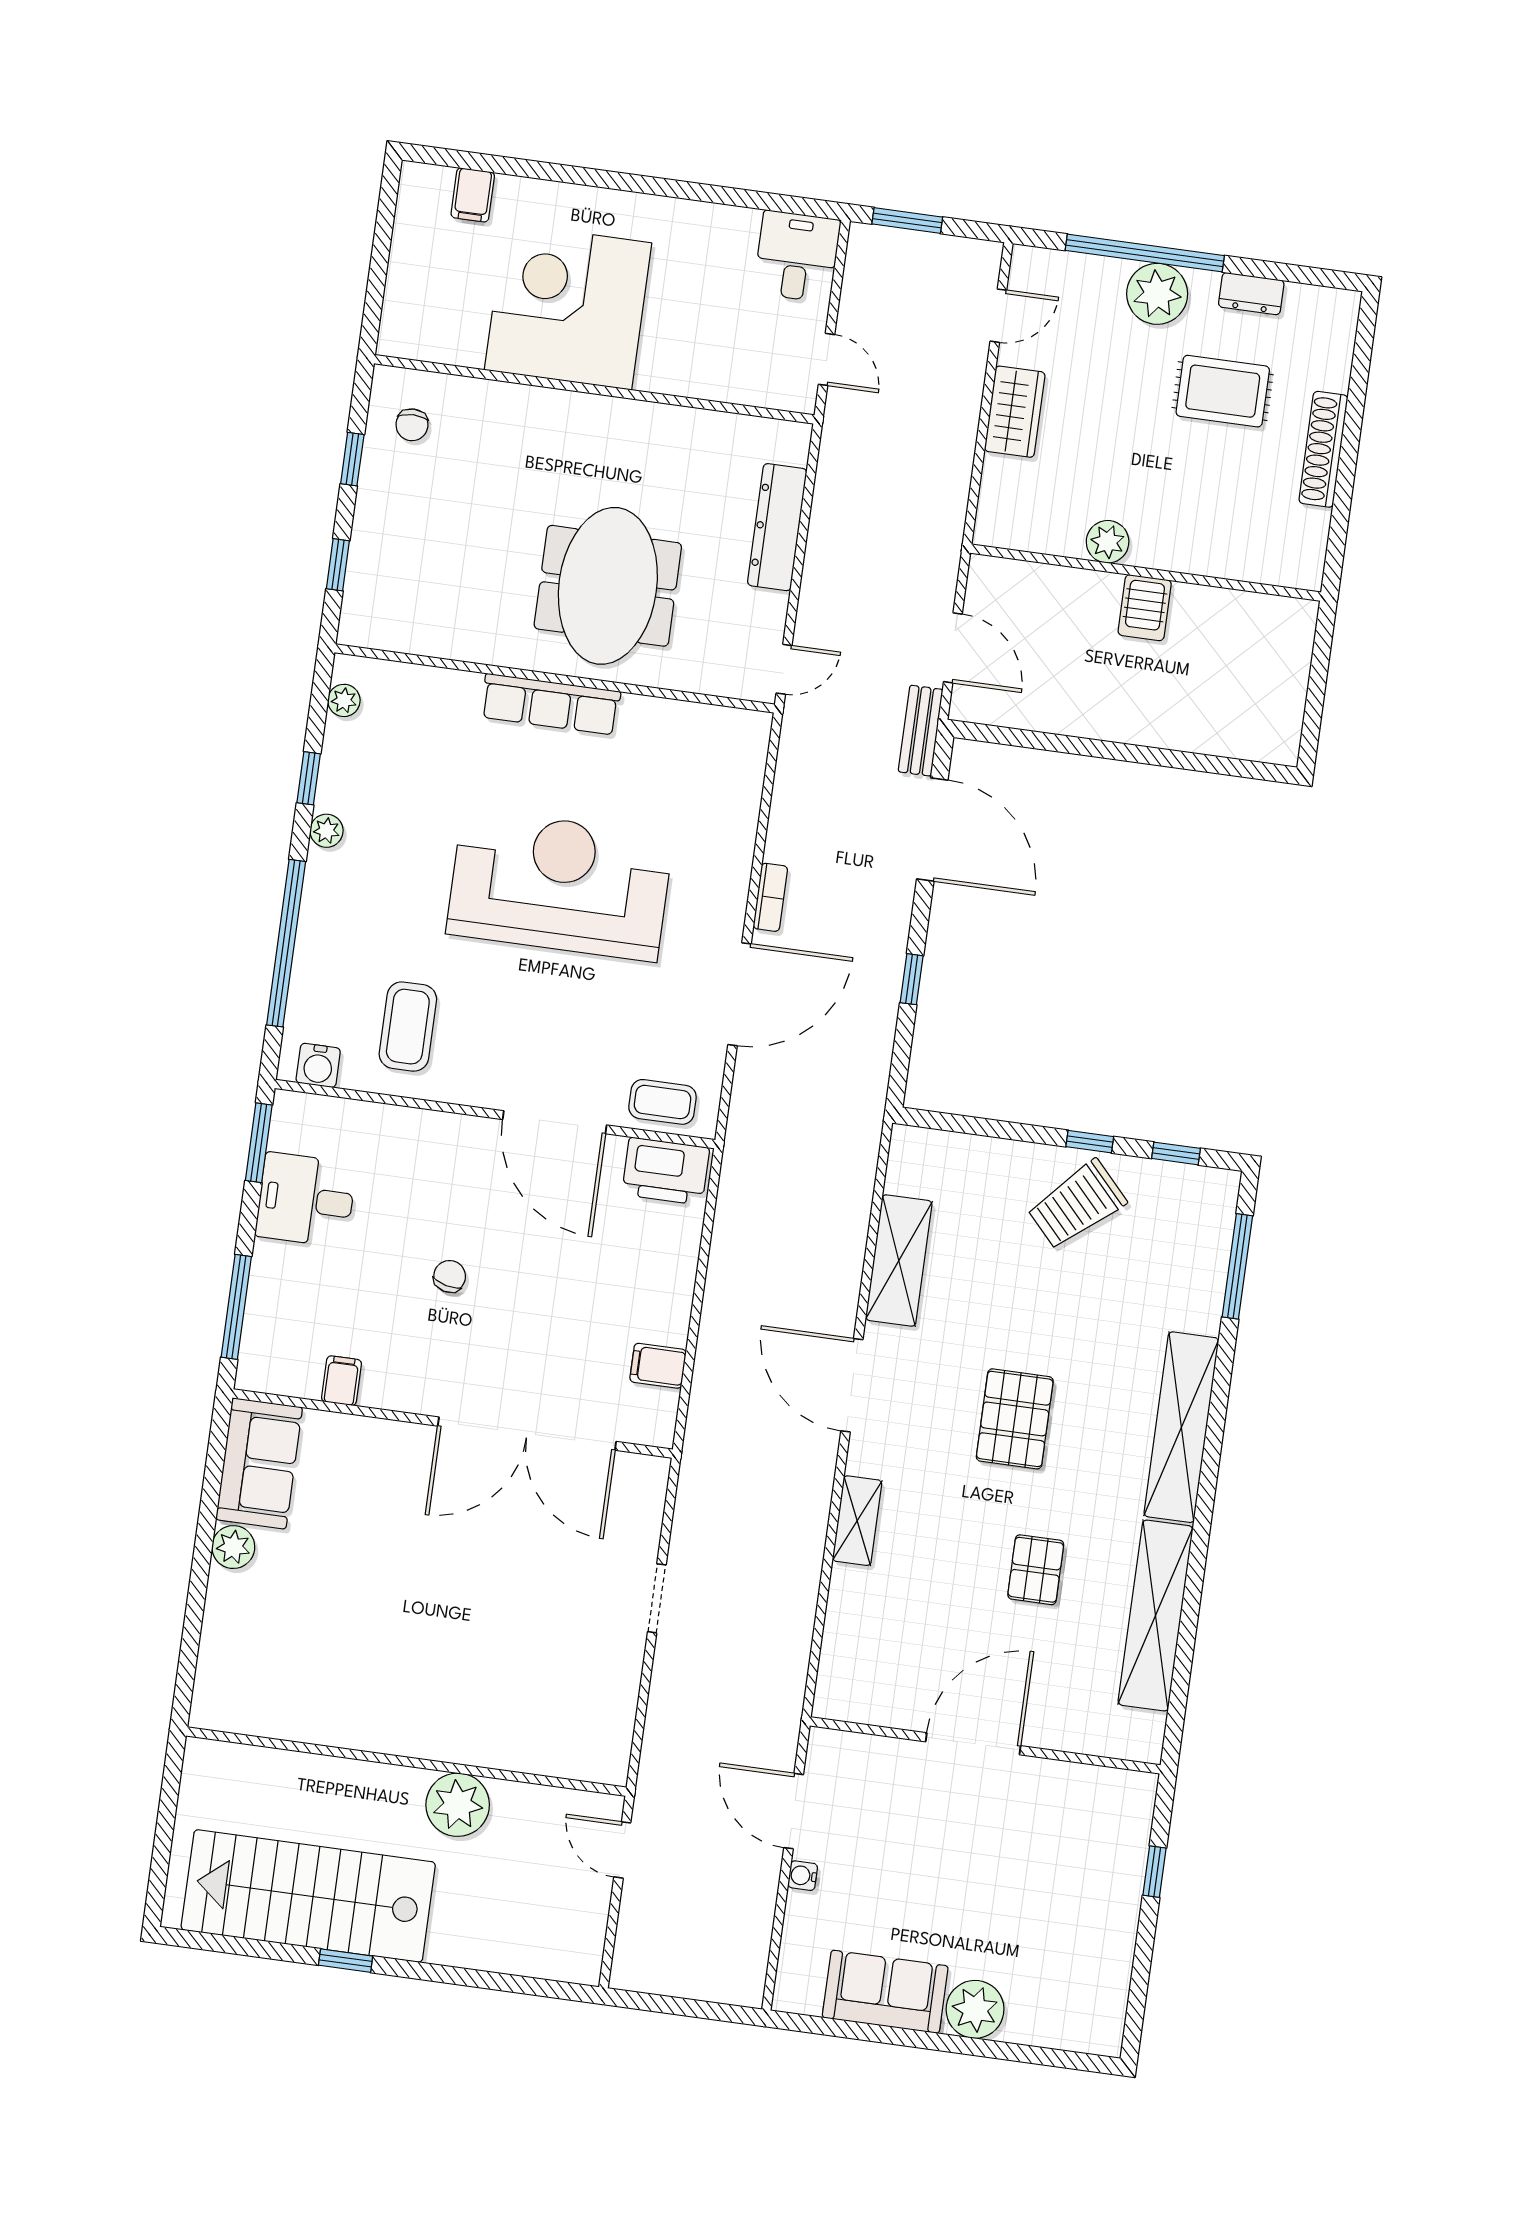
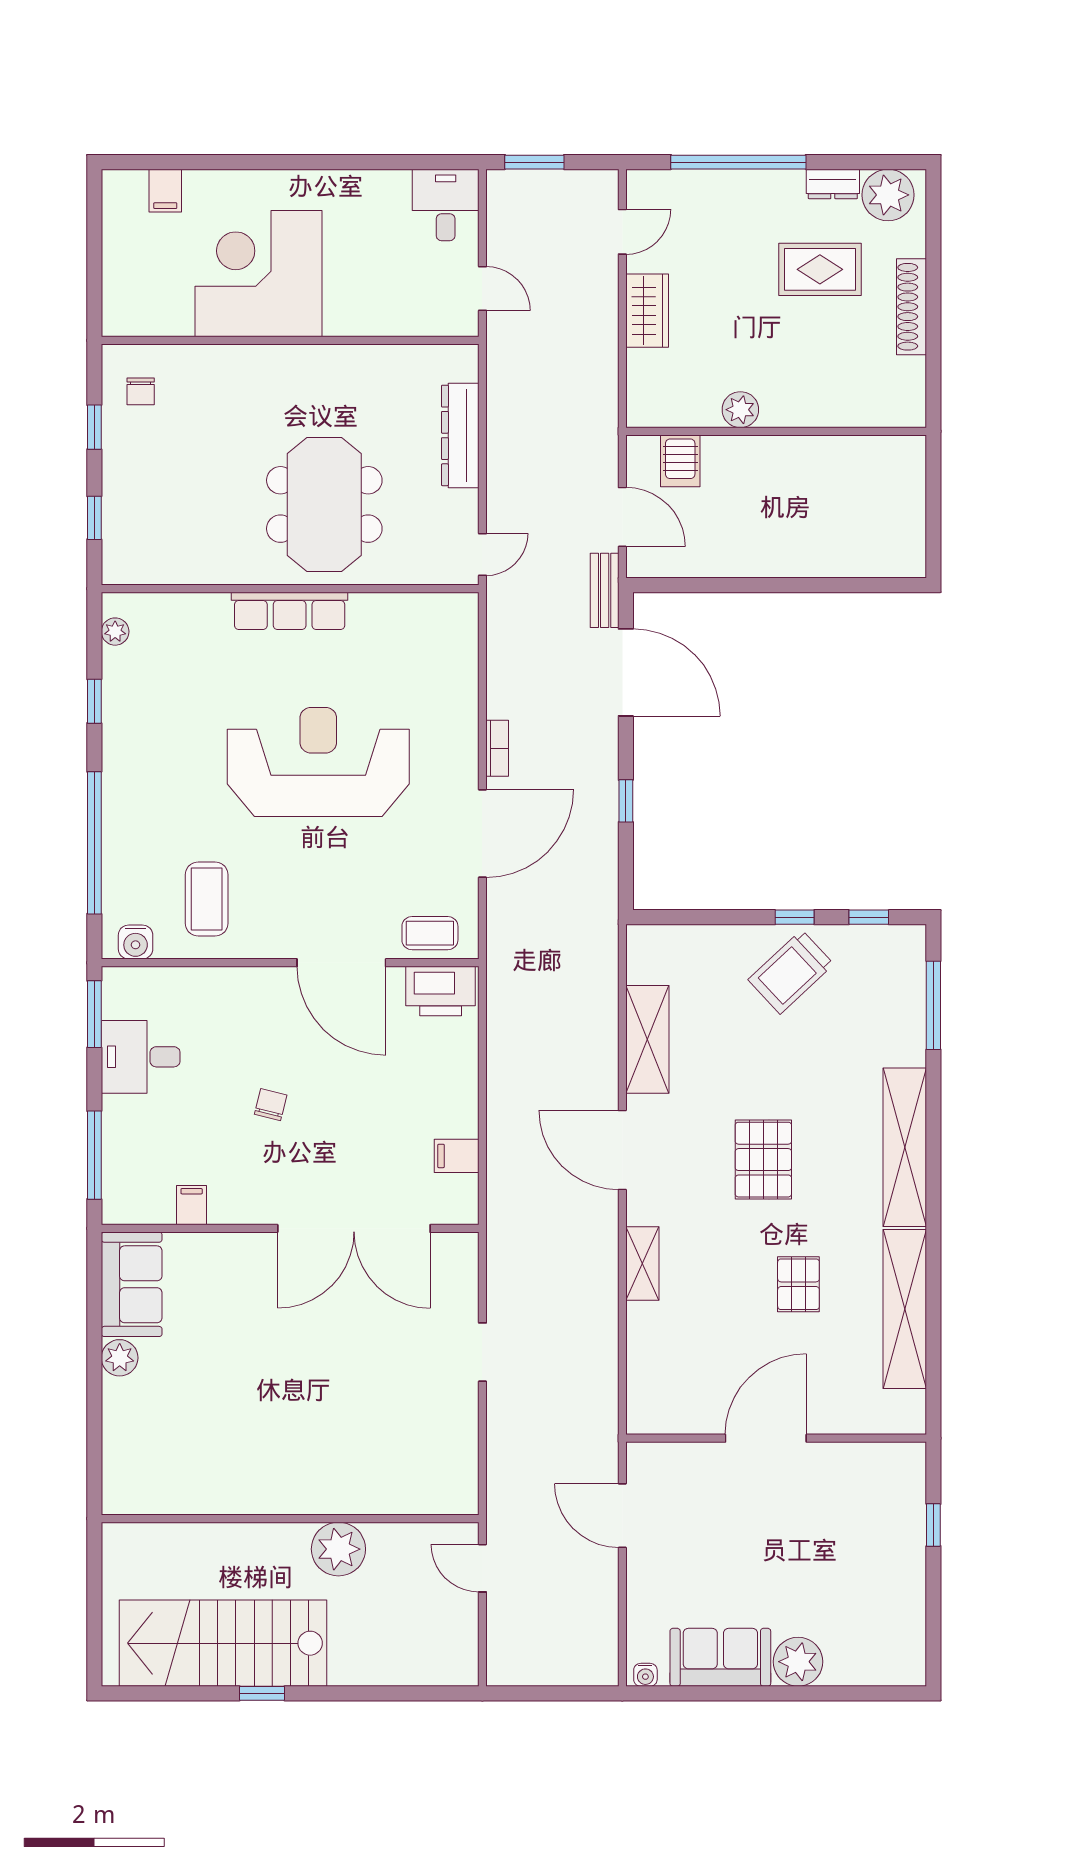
plant: (1157, 294) -> (888, 195), moved
server rack: (1145, 608) -> (680, 461), moved
plant: (326, 831) -> (115, 743), removed
water cooler: (803, 1876) -> (645, 1675), moved, turned -90

